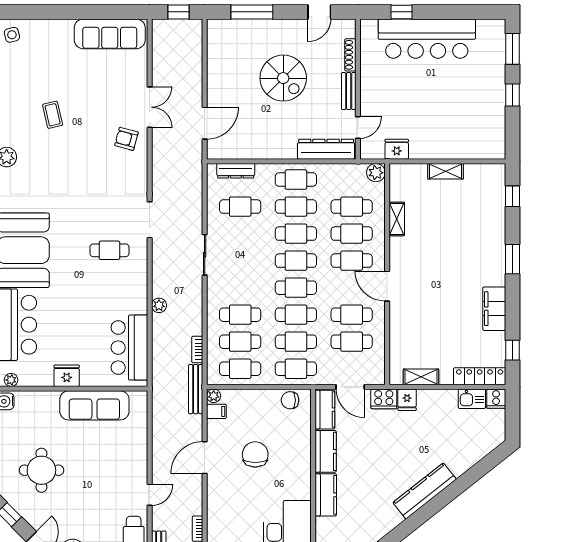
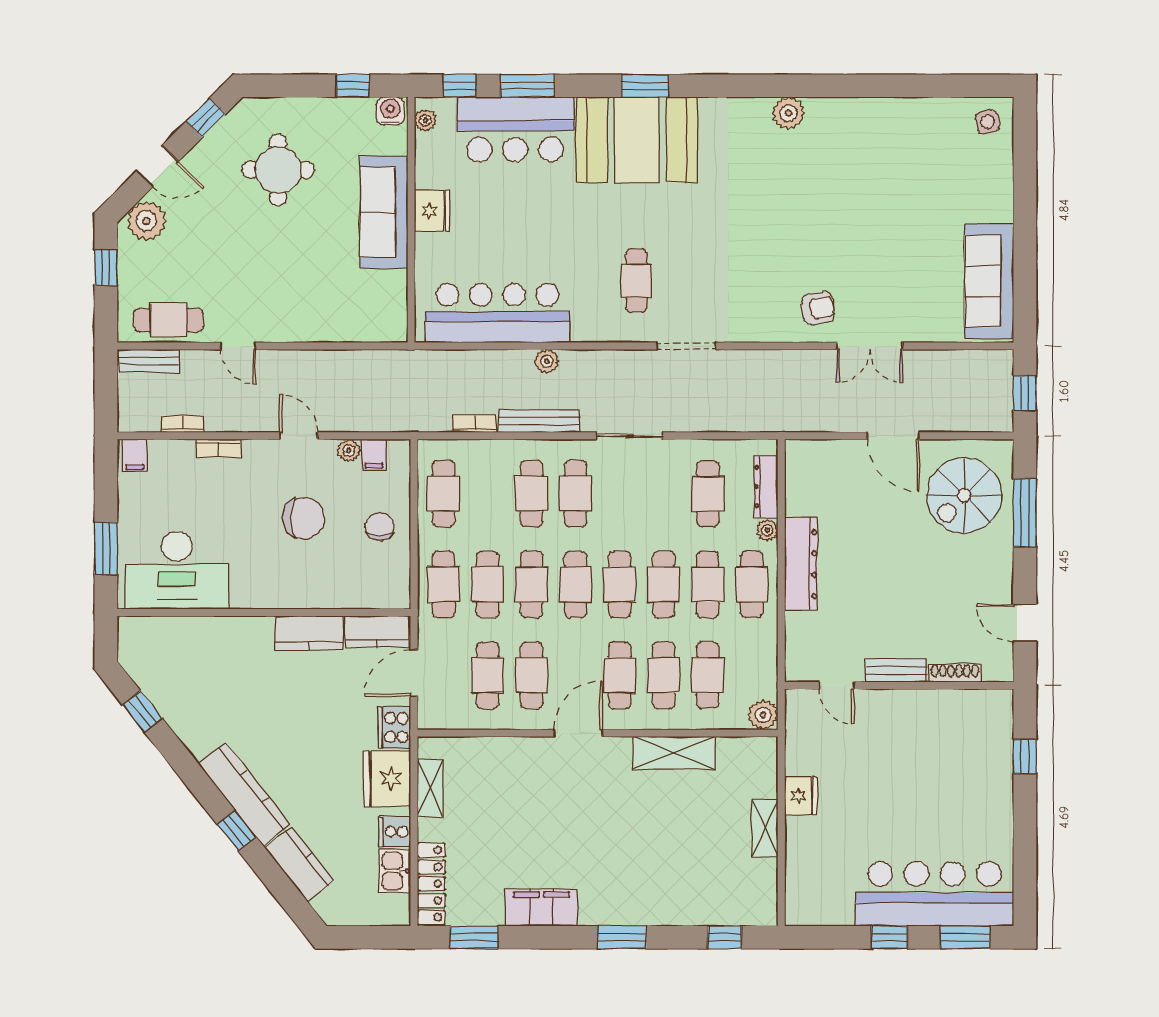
bar counter: (427, 39) -> (935, 894), moved, turned 90
spiral stairs: (283, 78) -> (964, 495), moved
coffee table: (53, 115) -> (857, 188), removed
door: (205, 123) -> (893, 436), moved
armchair: (126, 139) -> (818, 308), turned 67
dresser: (326, 149) -> (801, 564), moved
fridge: (397, 149) -> (801, 796), moved
plant: (263, 170) -> (767, 530), added
shelving: (397, 219) -> (674, 753), width x1.50, depth x1.33
cafe table: (240, 342) -> (576, 494), moved
bar counter: (129, 348) -> (497, 313), width x1.36
window: (512, 350) -> (474, 937), width x1.50
bench: (196, 389) -> (539, 421), moved
plant: (214, 396) -> (349, 450), moved
cooker: (496, 399) -> (395, 832), moved
chair: (290, 400) -> (380, 527), moved
fridge: (407, 400) -> (387, 779), width x1.88, depth x1.34
sofa: (94, 405) -> (384, 212), moved
door: (205, 458) -> (299, 436), width x0.73
kitchen counter: (326, 495) -> (300, 864), moved, turned -128
window: (447, 496) -> (237, 831), added
bookcase: (212, 507) -> (218, 448), added

